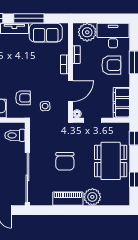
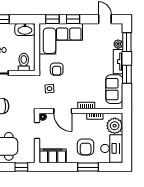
window: (29, 18) -> (127, 74), width x0.69

